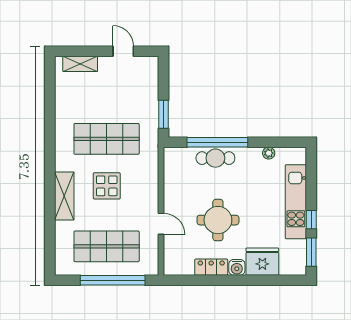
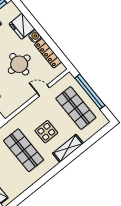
door: (161, 224) -> (43, 90), hinge flipped
locker: (211, 267) -> (48, 53), width x1.53

